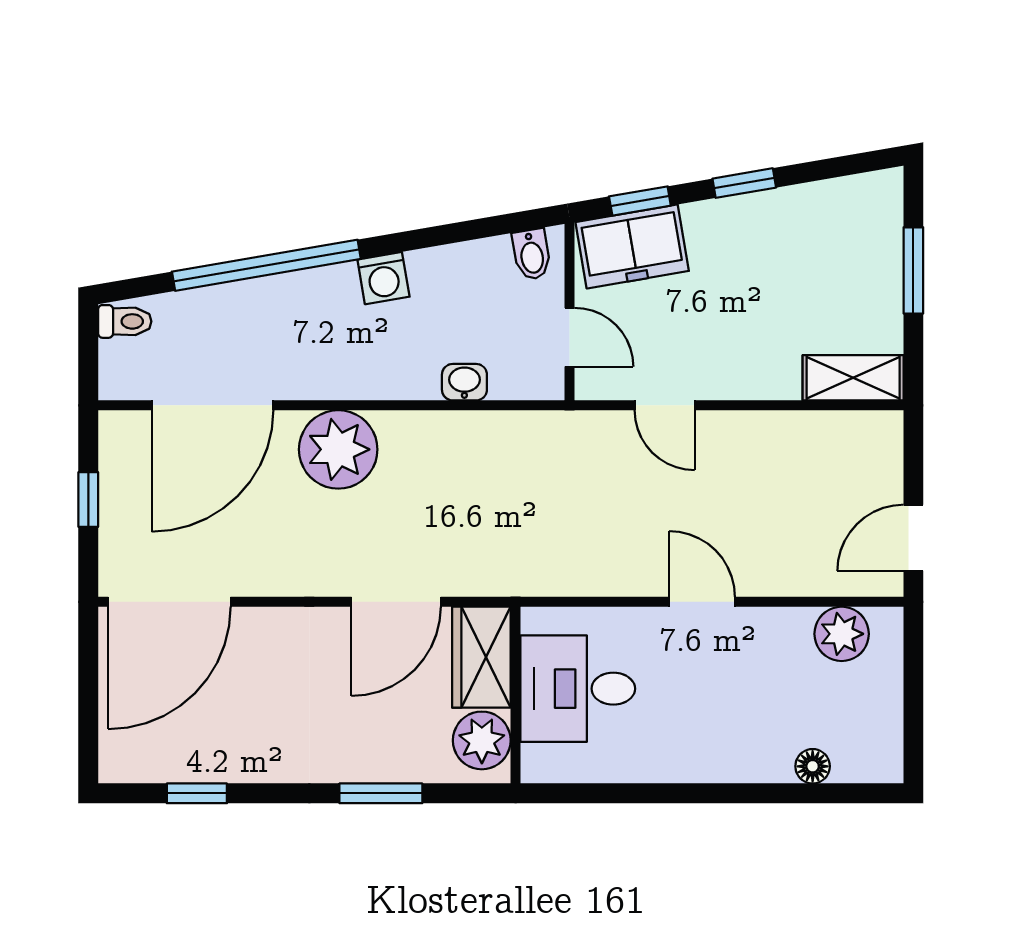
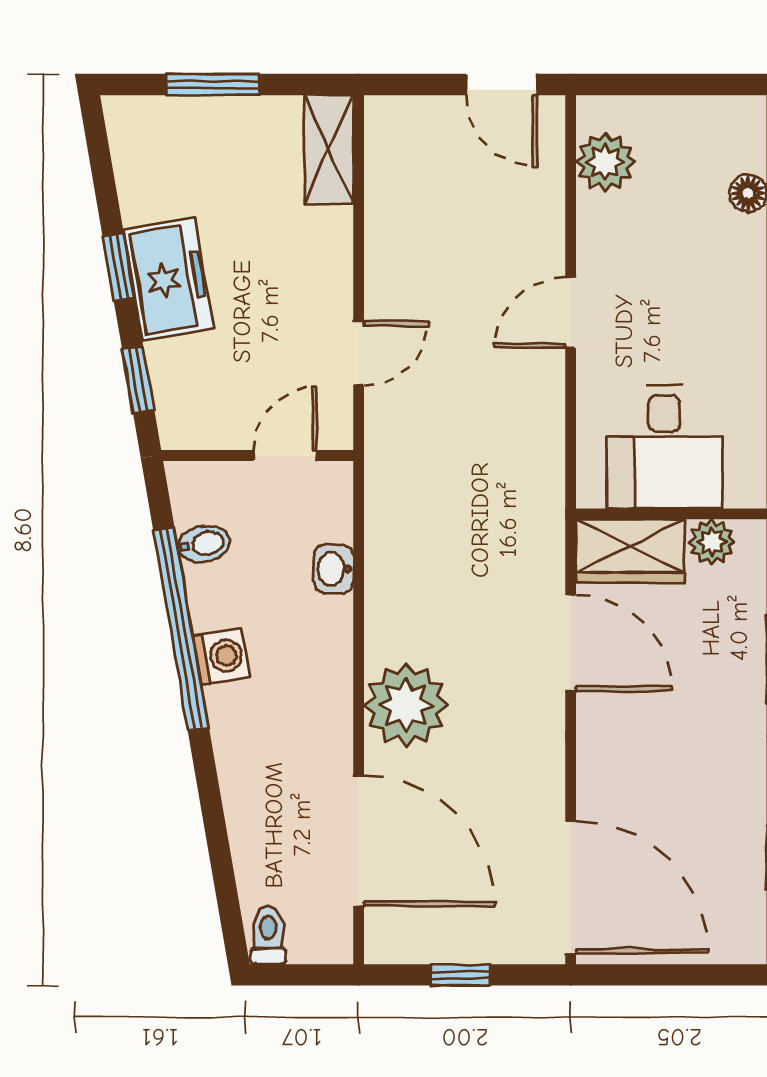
freezer: (632, 247) -> (169, 279), moved
bidet: (532, 254) -> (204, 544), moved
window: (266, 265) -> (181, 629), moved
plant: (482, 740) -> (712, 542), width x0.73, depth x0.73

